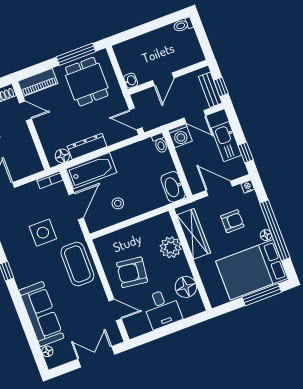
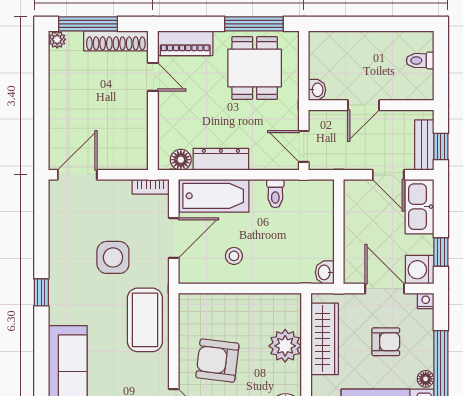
toilet: (183, 25) -> (420, 61), moved
washing machine: (180, 136) -> (420, 270), moved, turned 90
kitchen sink: (226, 142) -> (420, 207), moved
toilet: (160, 143) -> (275, 194), moved
washbasin: (173, 187) -> (325, 272), width x0.52, depth x0.69

